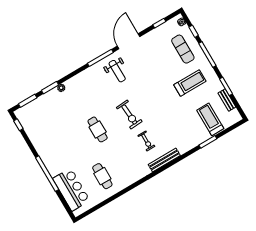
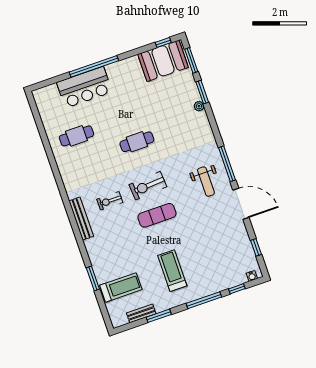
exercise mat: (183, 49) -> (157, 215), moved
weight bench: (117, 71) -> (206, 182), turned -90
treadmill: (190, 83) -> (172, 271), turned 180
booth: (32, 122) -> (163, 61), added
bar counter: (71, 190) -> (84, 87), moved

